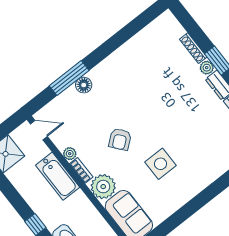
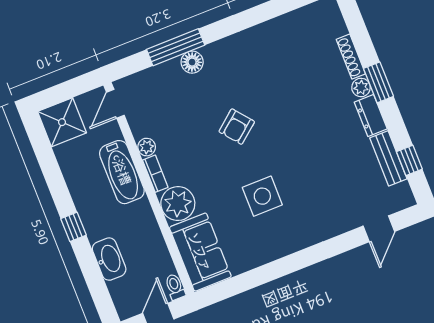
door: (39, 130) -> (115, 104), swing flipped
armchair: (120, 139) -> (237, 127), moved

